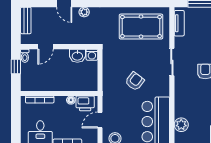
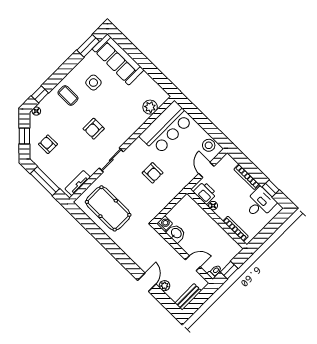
plant: (84, 12) -> (164, 286), moved
armchair: (135, 81) -> (153, 173), turned -127
door: (100, 120) -> (206, 170), swing flipped

